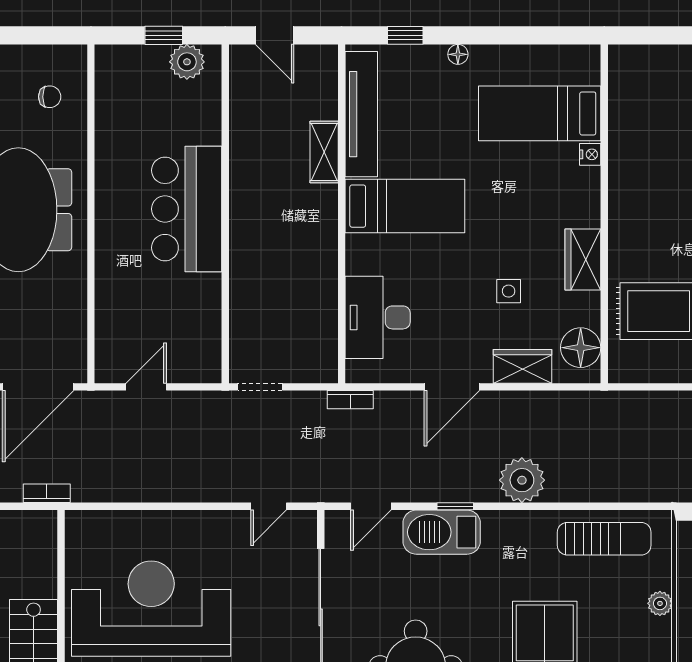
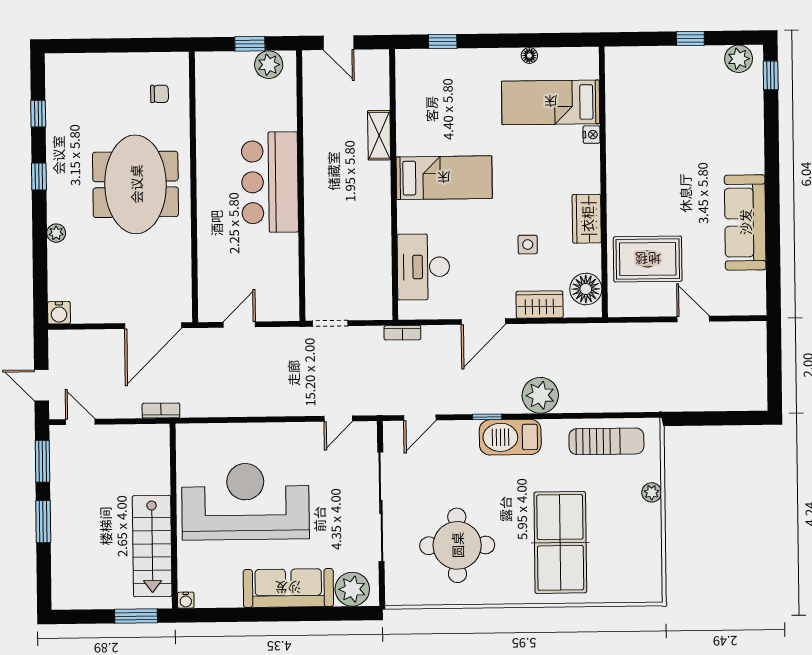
floor lamp: (458, 54) -> (529, 55), moved
tv unit: (361, 114) -> (408, 105), removed
barbecue: (442, 532) -> (510, 437), moved

